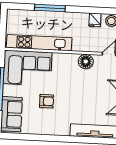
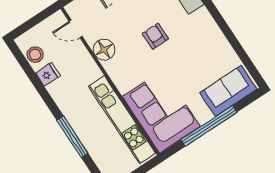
armchair: (46, 101) -> (155, 36), moved

